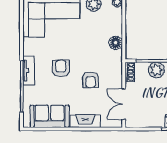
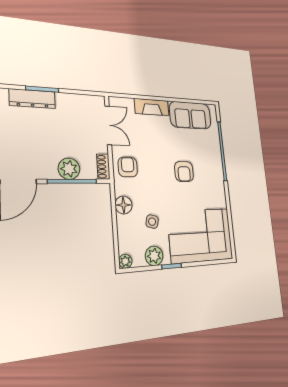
side table: (93, 30) -> (152, 222), added
tv unit: (29, 71) -> (217, 169), removed
armchair: (91, 80) -> (128, 167), moved

